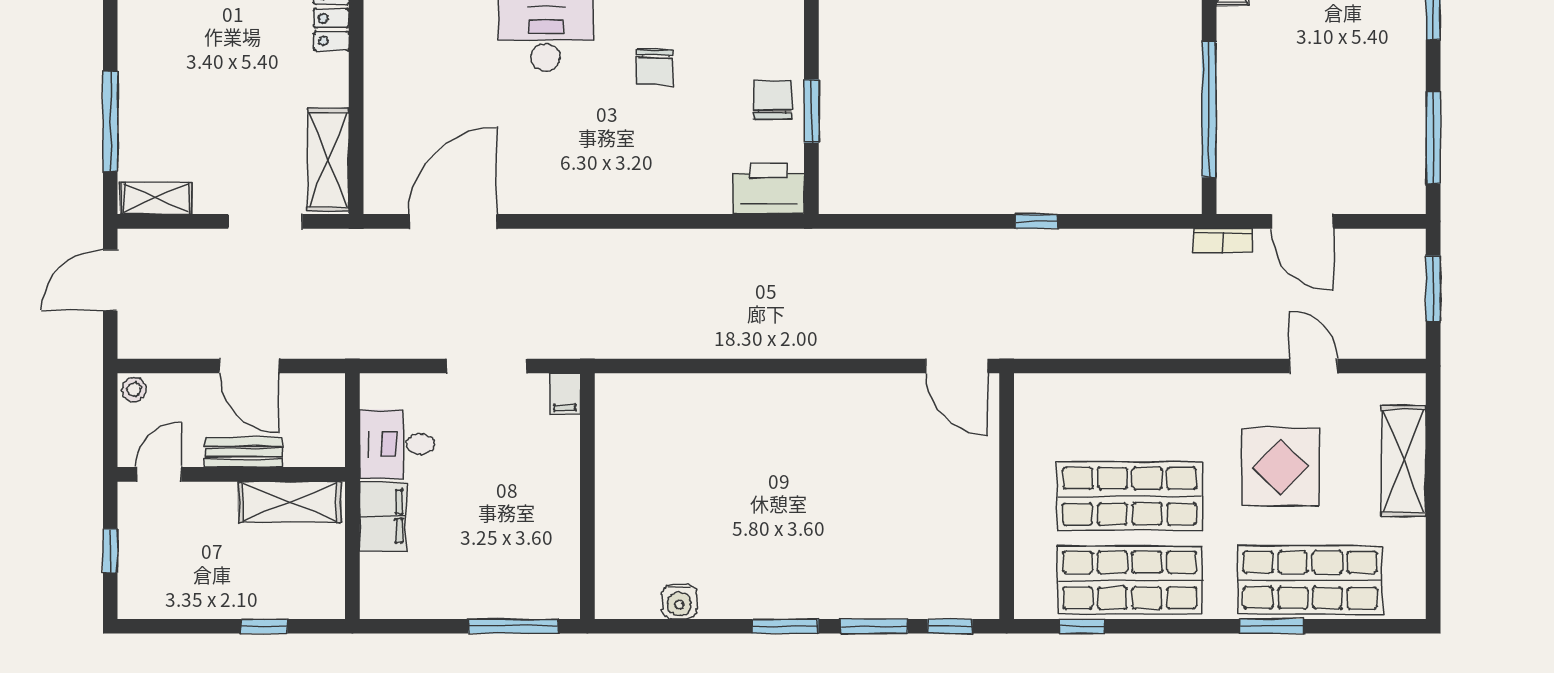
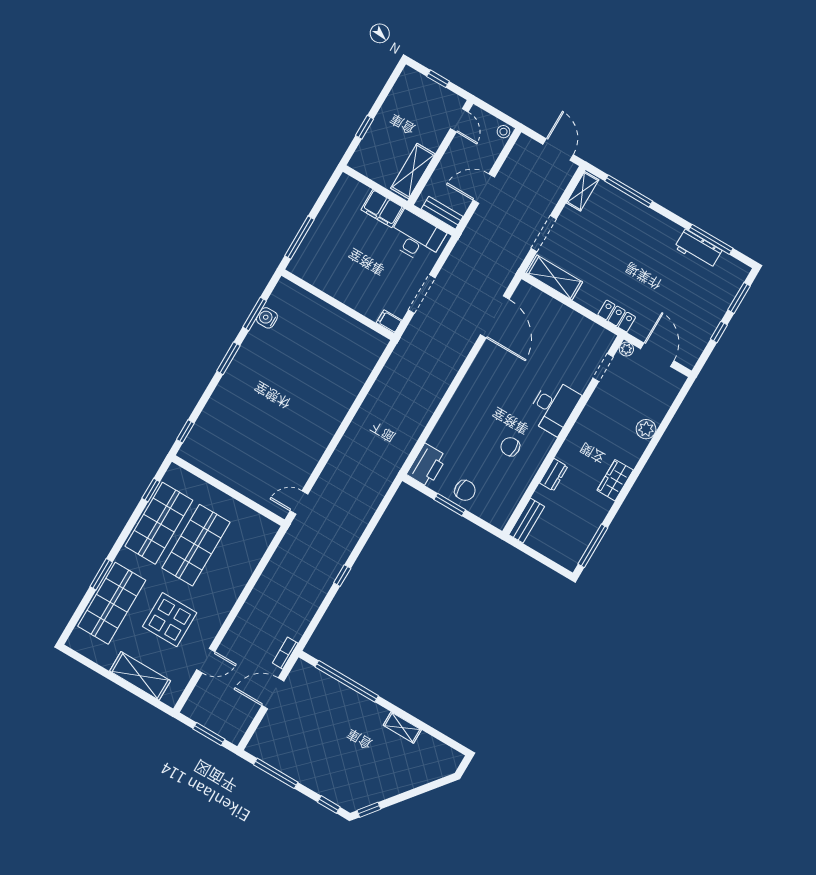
door: (957, 366) -> (299, 502), width x0.73
desk: (397, 444) -> (416, 237), width x1.37
bench: (244, 452) -> (442, 213), moved, turned 90
window: (874, 626) -> (255, 314), moved

